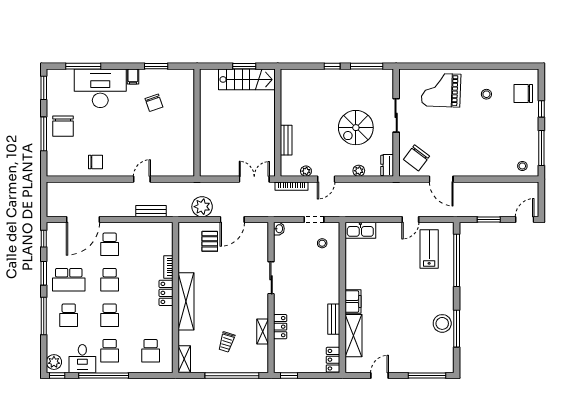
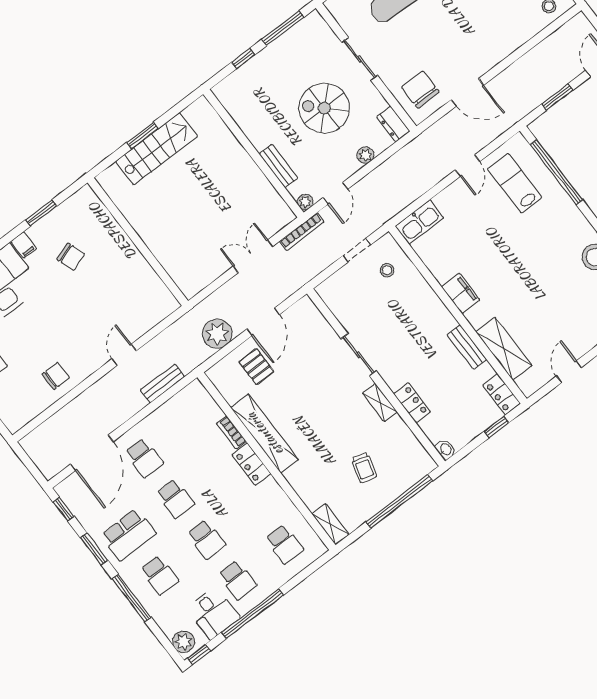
wall: (278, 123) -> (253, 153), moved
spiral stairs: (356, 128) -> (324, 108), turned 90
bench: (286, 140) -> (278, 166), moved
chair: (417, 158) -> (420, 90), turned 143
washbasin: (279, 229) -> (445, 449), moved
shelving: (186, 301) -> (265, 434), moved
filing cabinet: (353, 301) -> (461, 294), moved
shelving: (263, 332) -> (380, 402), moved
window: (289, 376) -> (496, 427), moved

